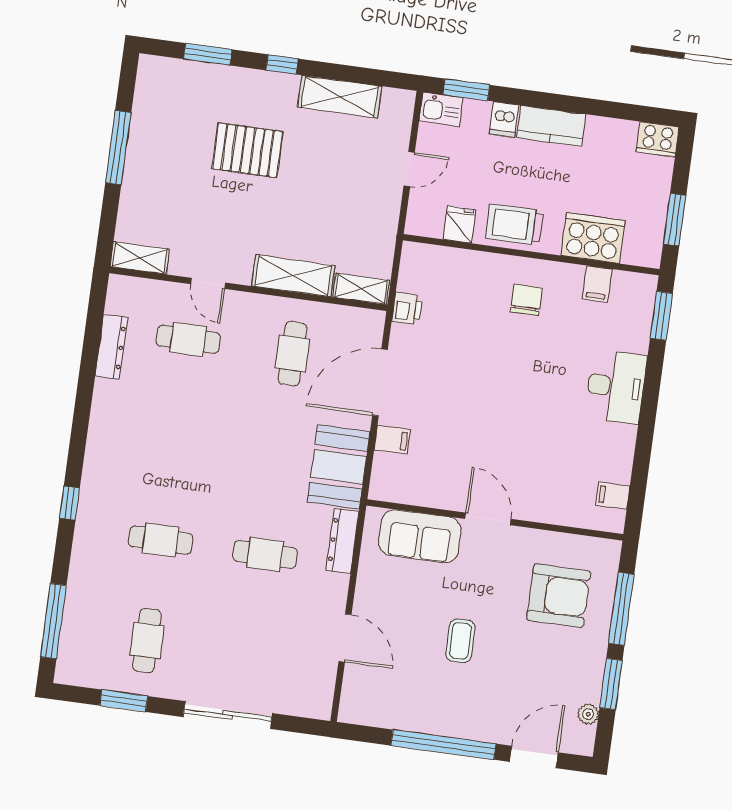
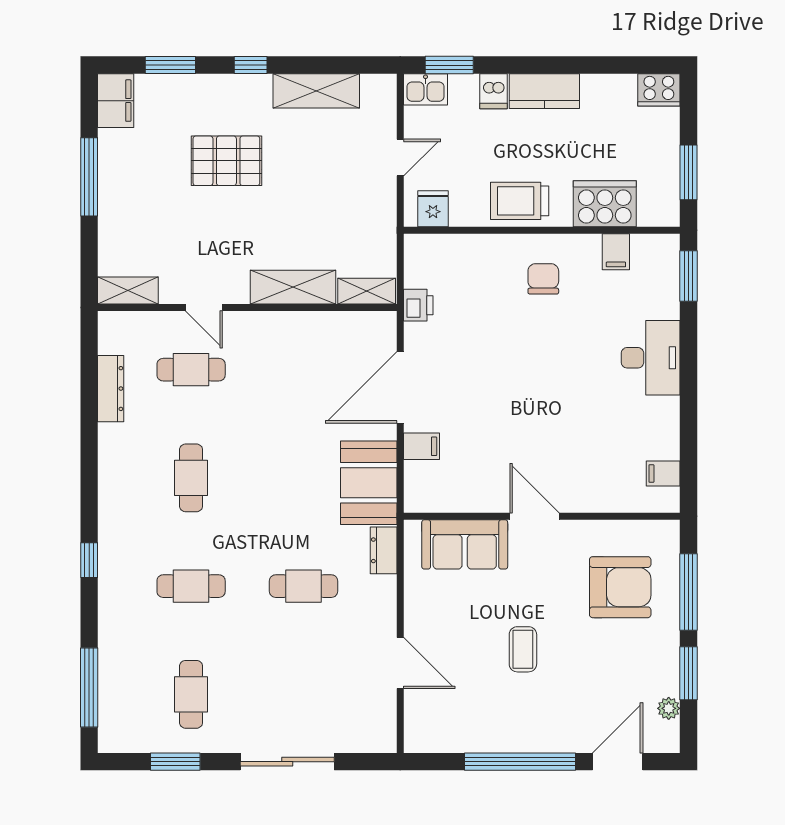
filing cabinet: (153, 80) -> (116, 101), added
fridge: (459, 225) -> (433, 209), moved
cafe table: (293, 354) -> (191, 478), moved
dresser: (343, 541) -> (384, 550), width x0.70

